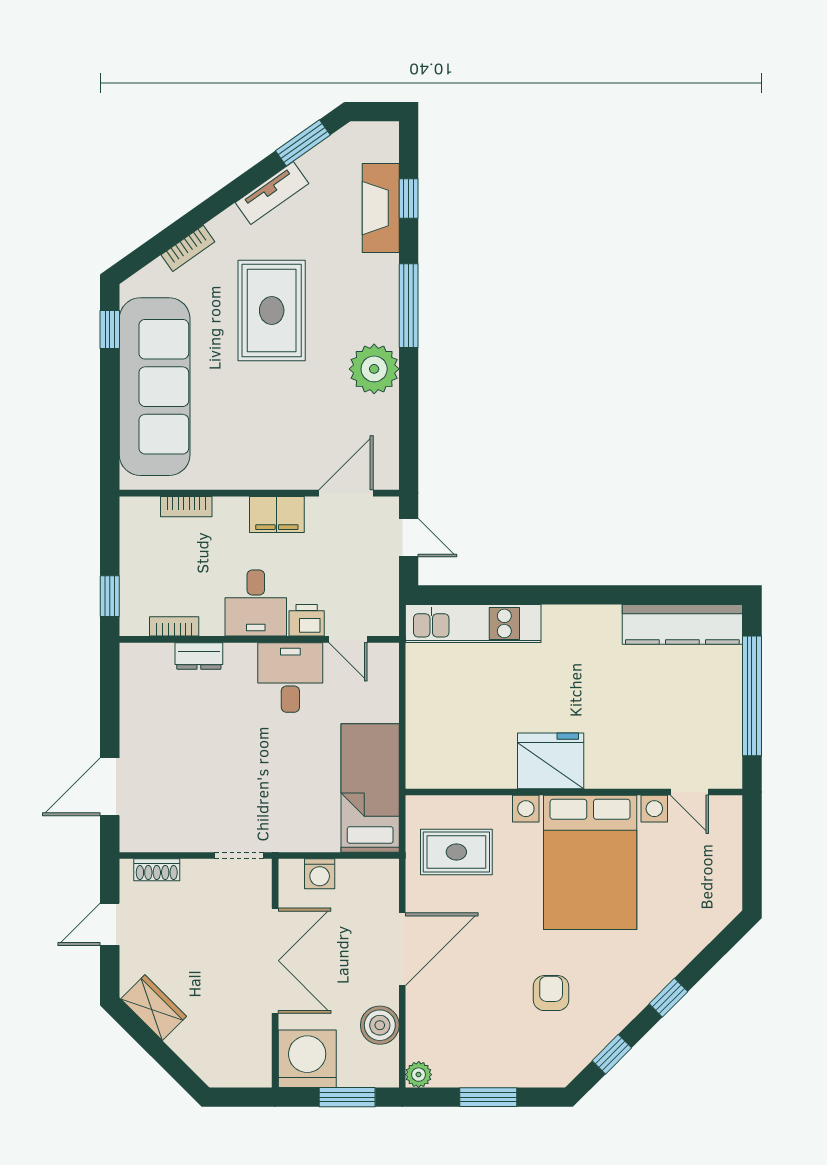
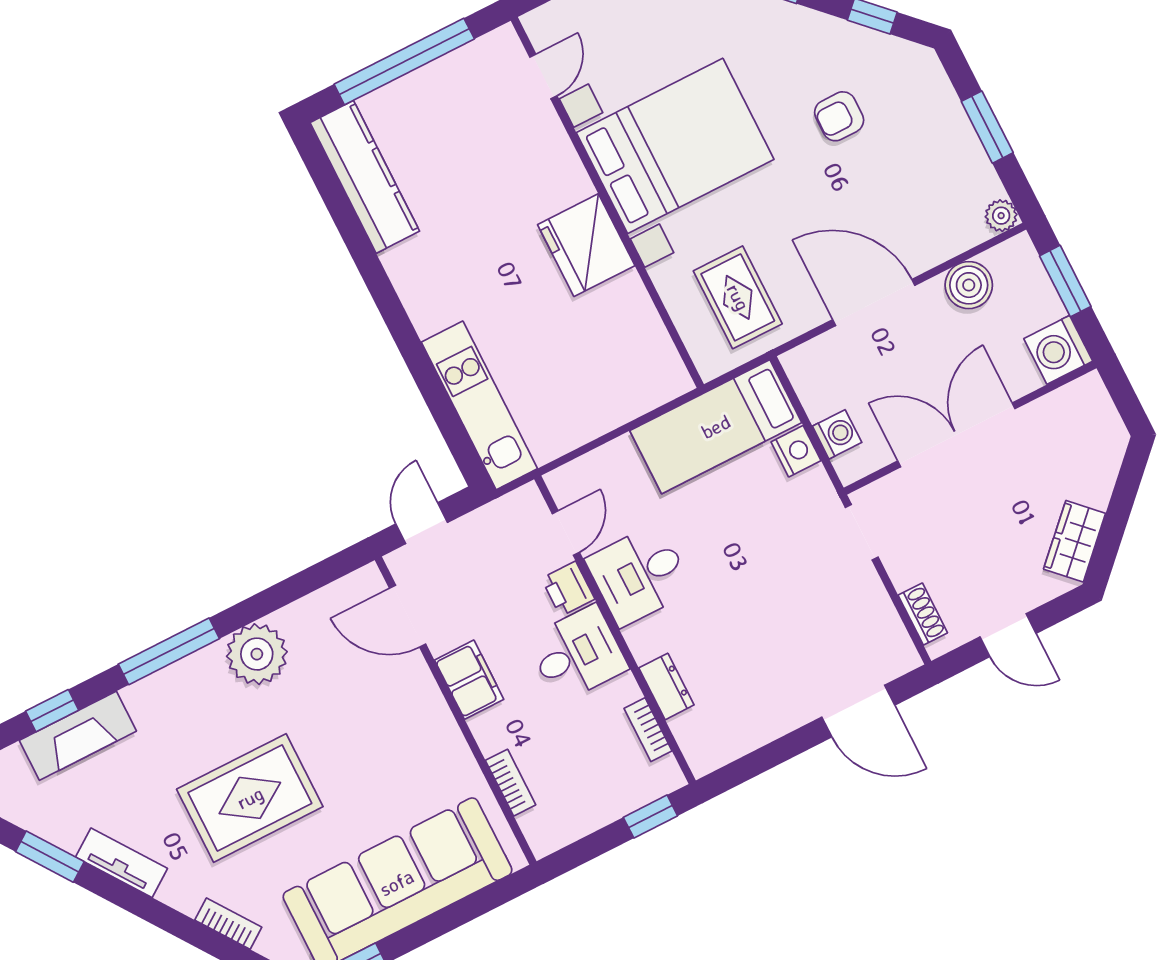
nightstand: (323, 837) -> (796, 451), added
washing machine: (307, 1059) -> (1058, 350), width x0.73, depth x0.73

